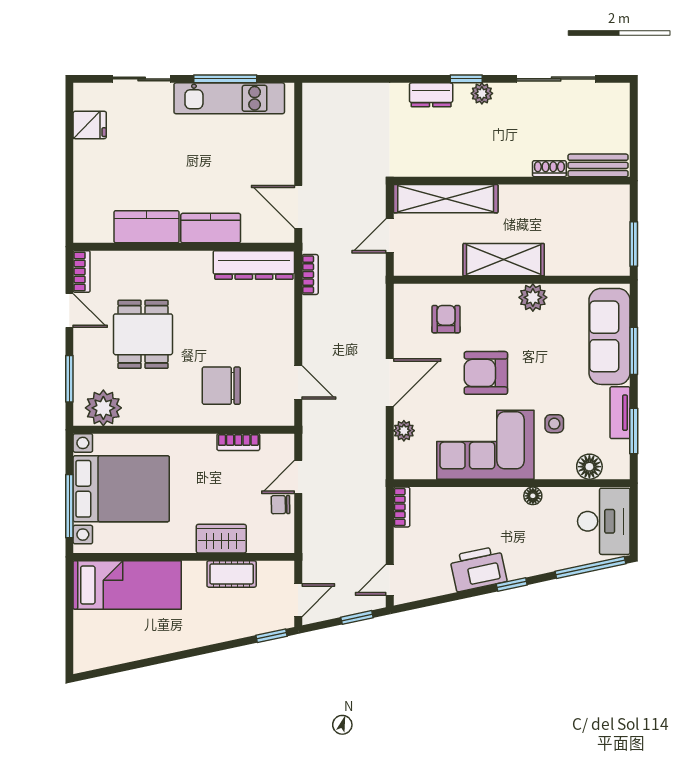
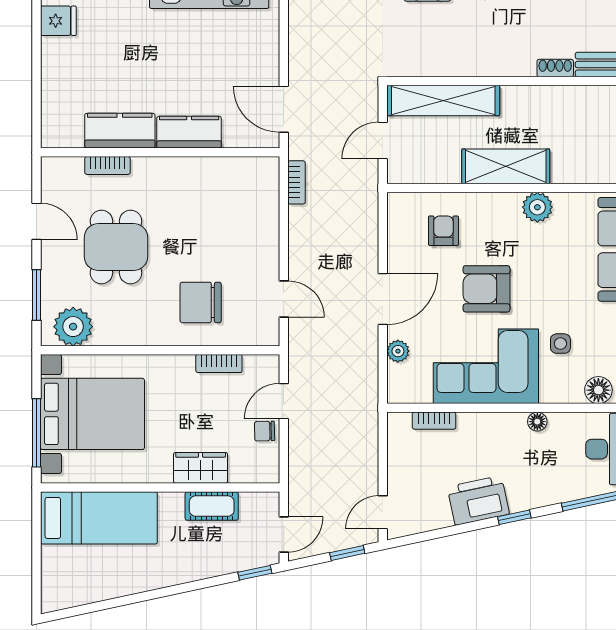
dresser: (254, 265) -> (236, 172), removed
bookcase: (82, 271) -> (107, 166), moved, turned 90
bookcase: (402, 507) -> (434, 421), moved, turned 90

